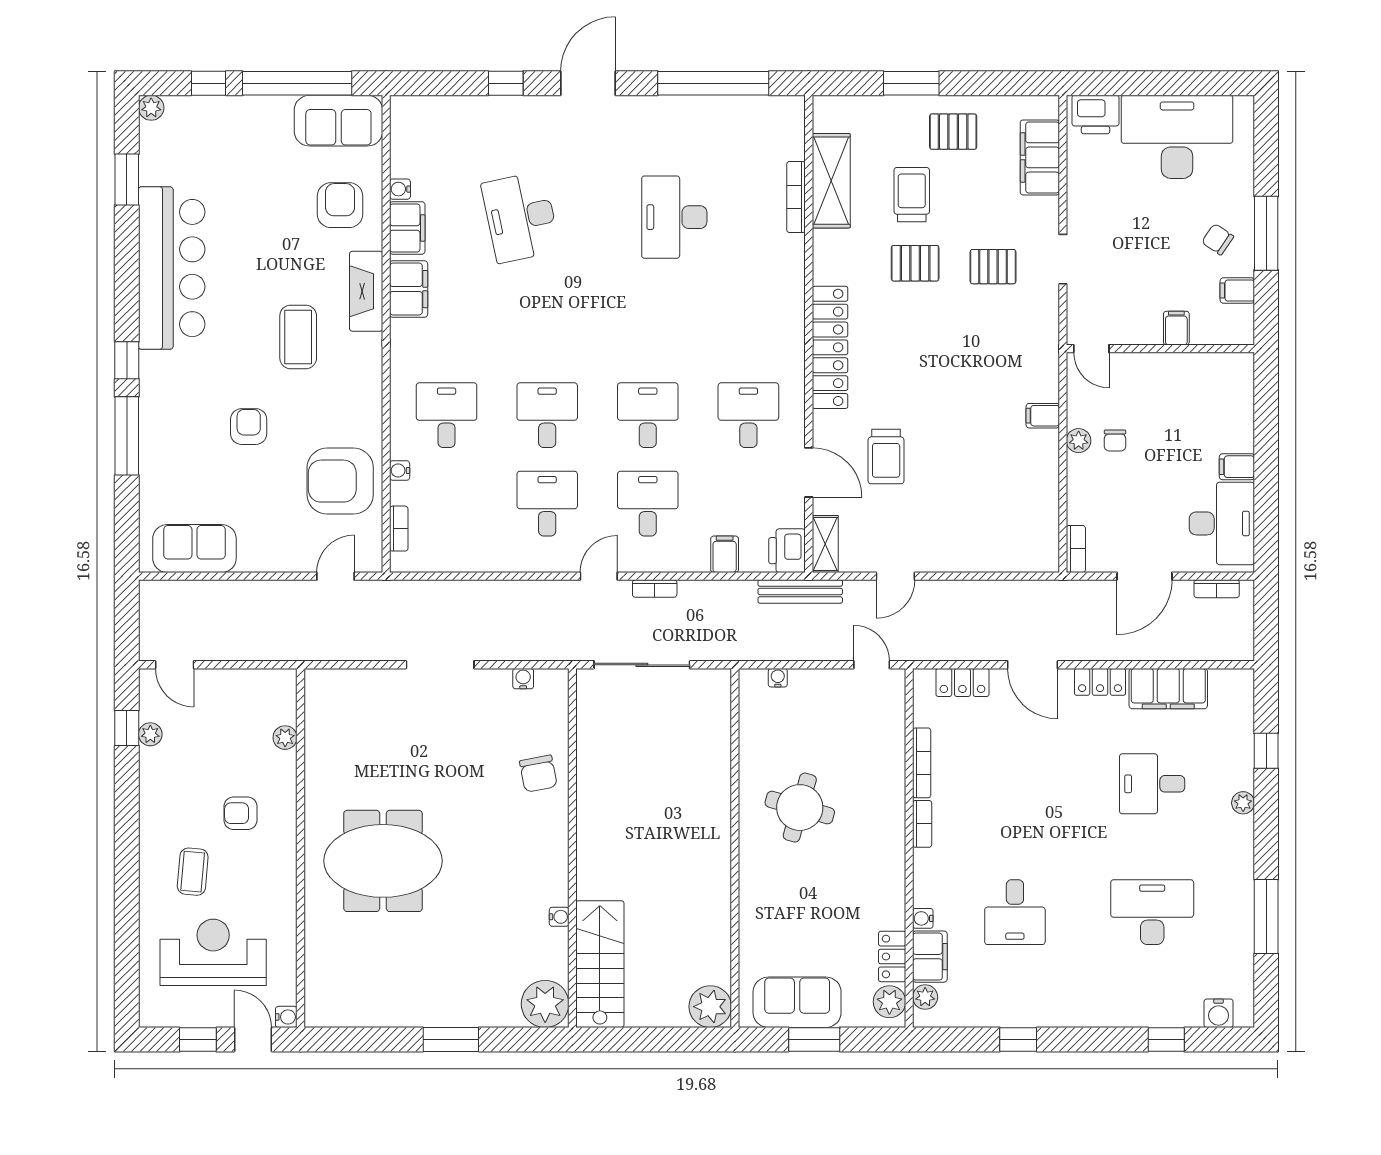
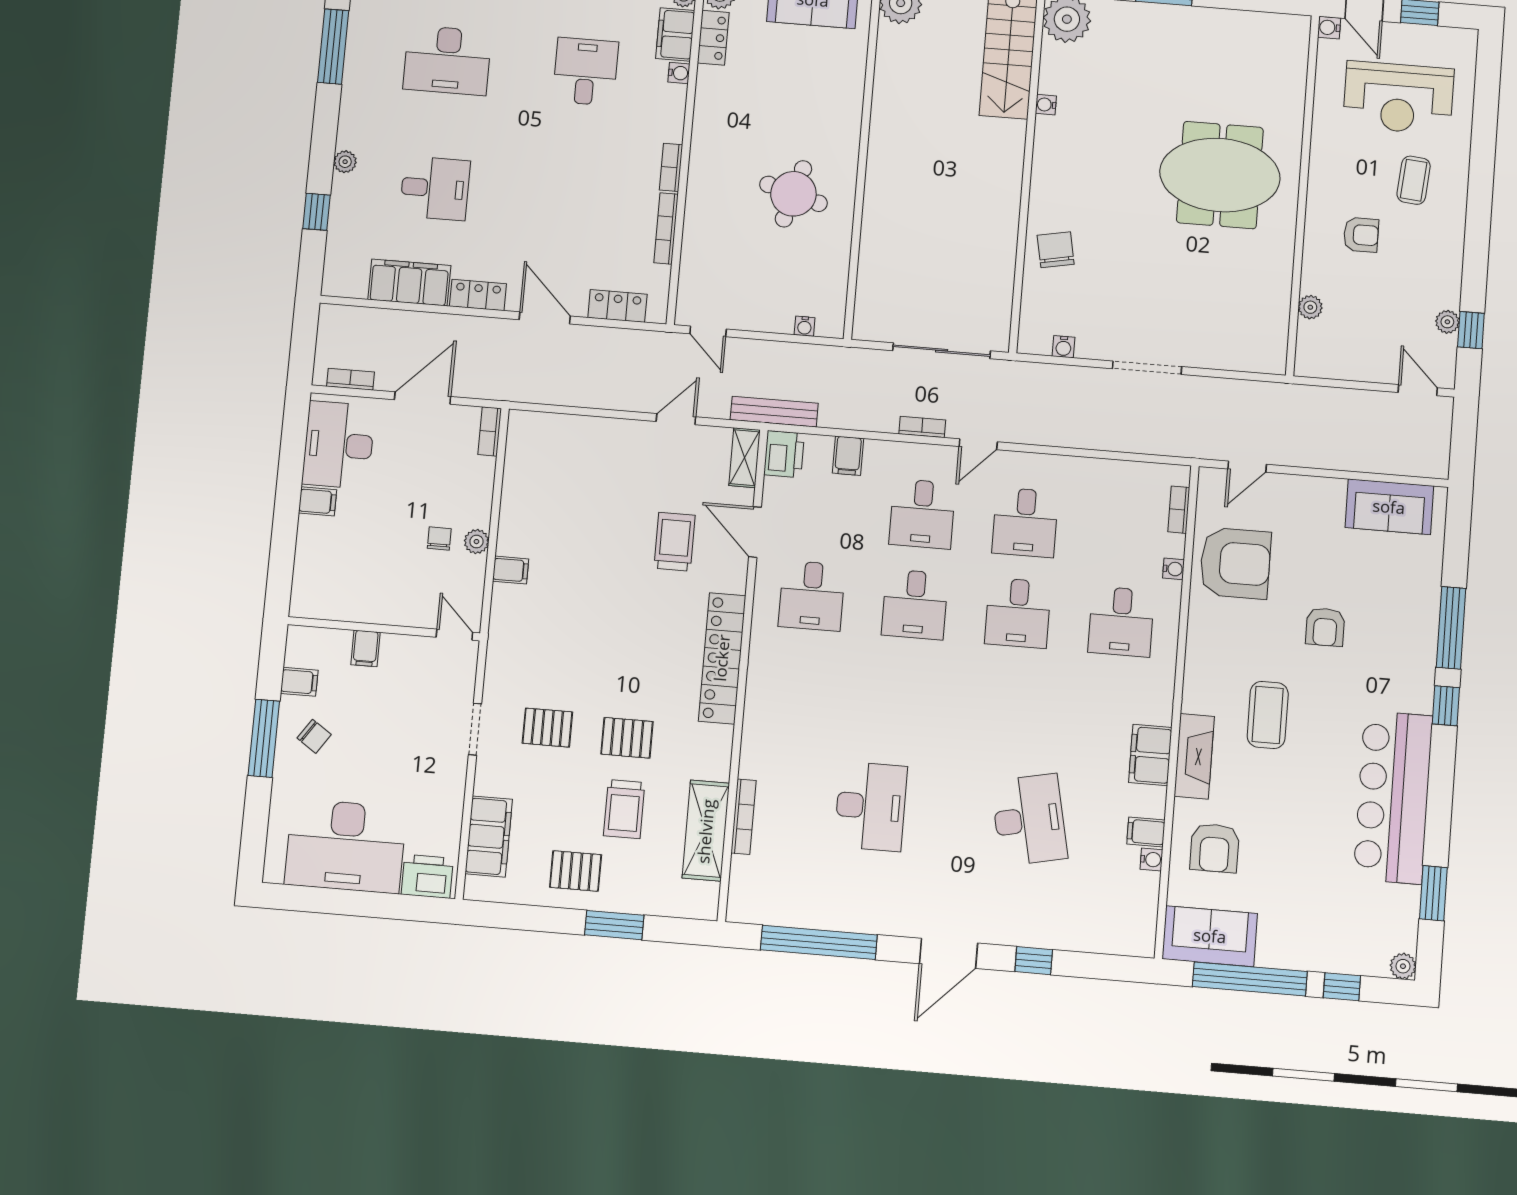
filing cabinet: (407, 228) -> (1146, 832), width x0.50

